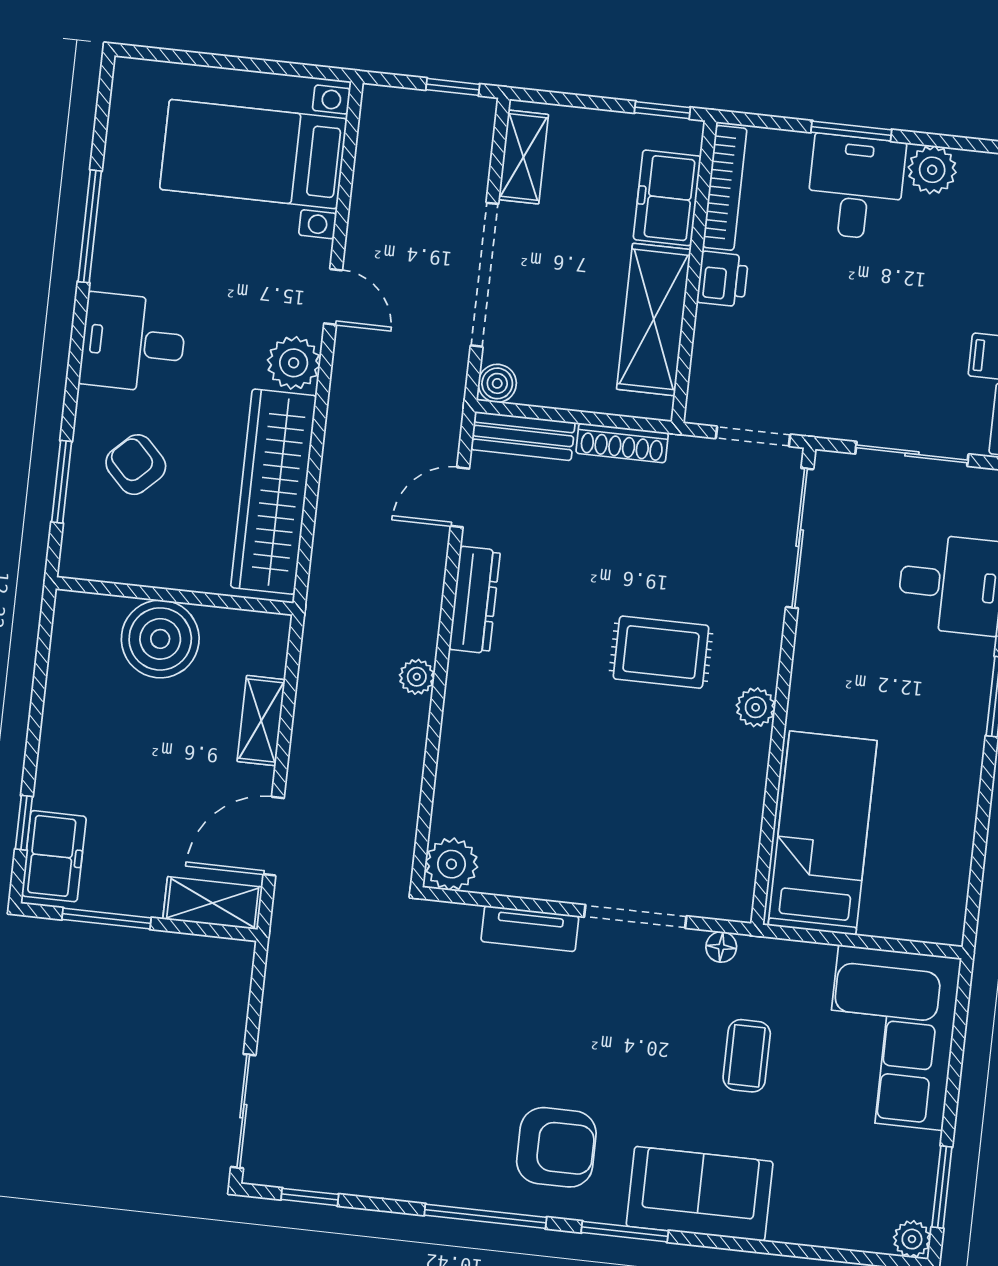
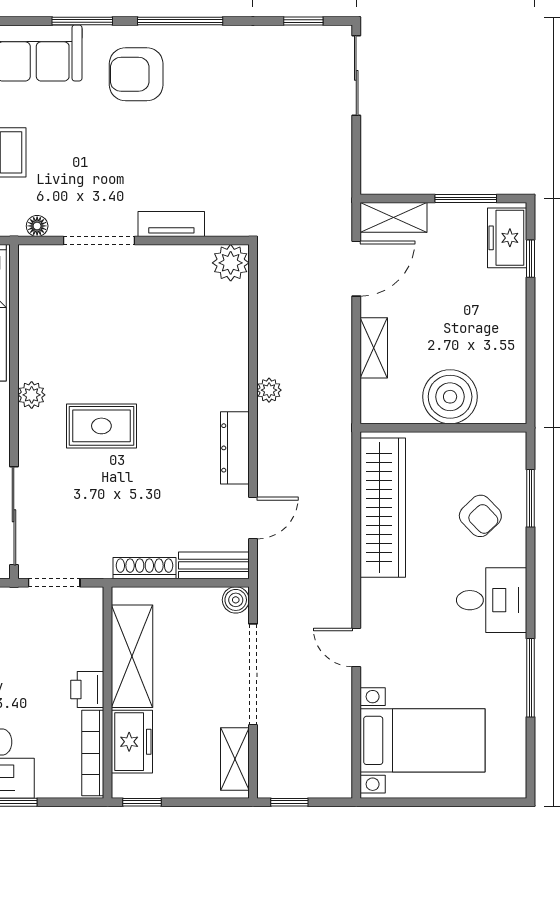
plant: (294, 363) -> (379, 599), removed

